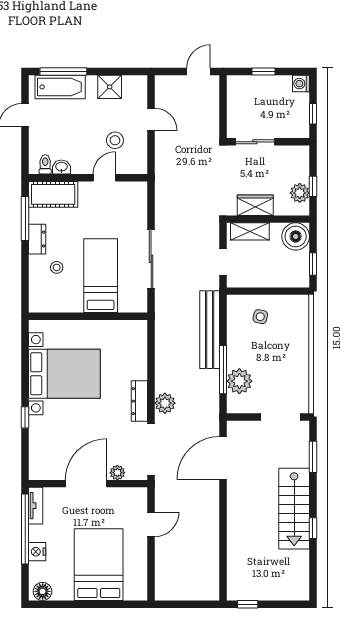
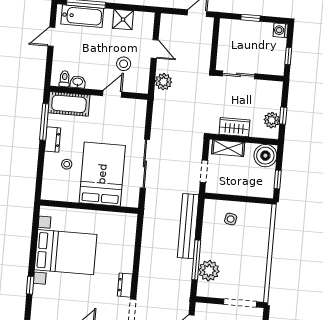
bed: (101, 276) -> (102, 174), width x1.50
dresser: (139, 401) -> (125, 285), width x0.70
plant: (165, 403) -> (163, 82), moved

